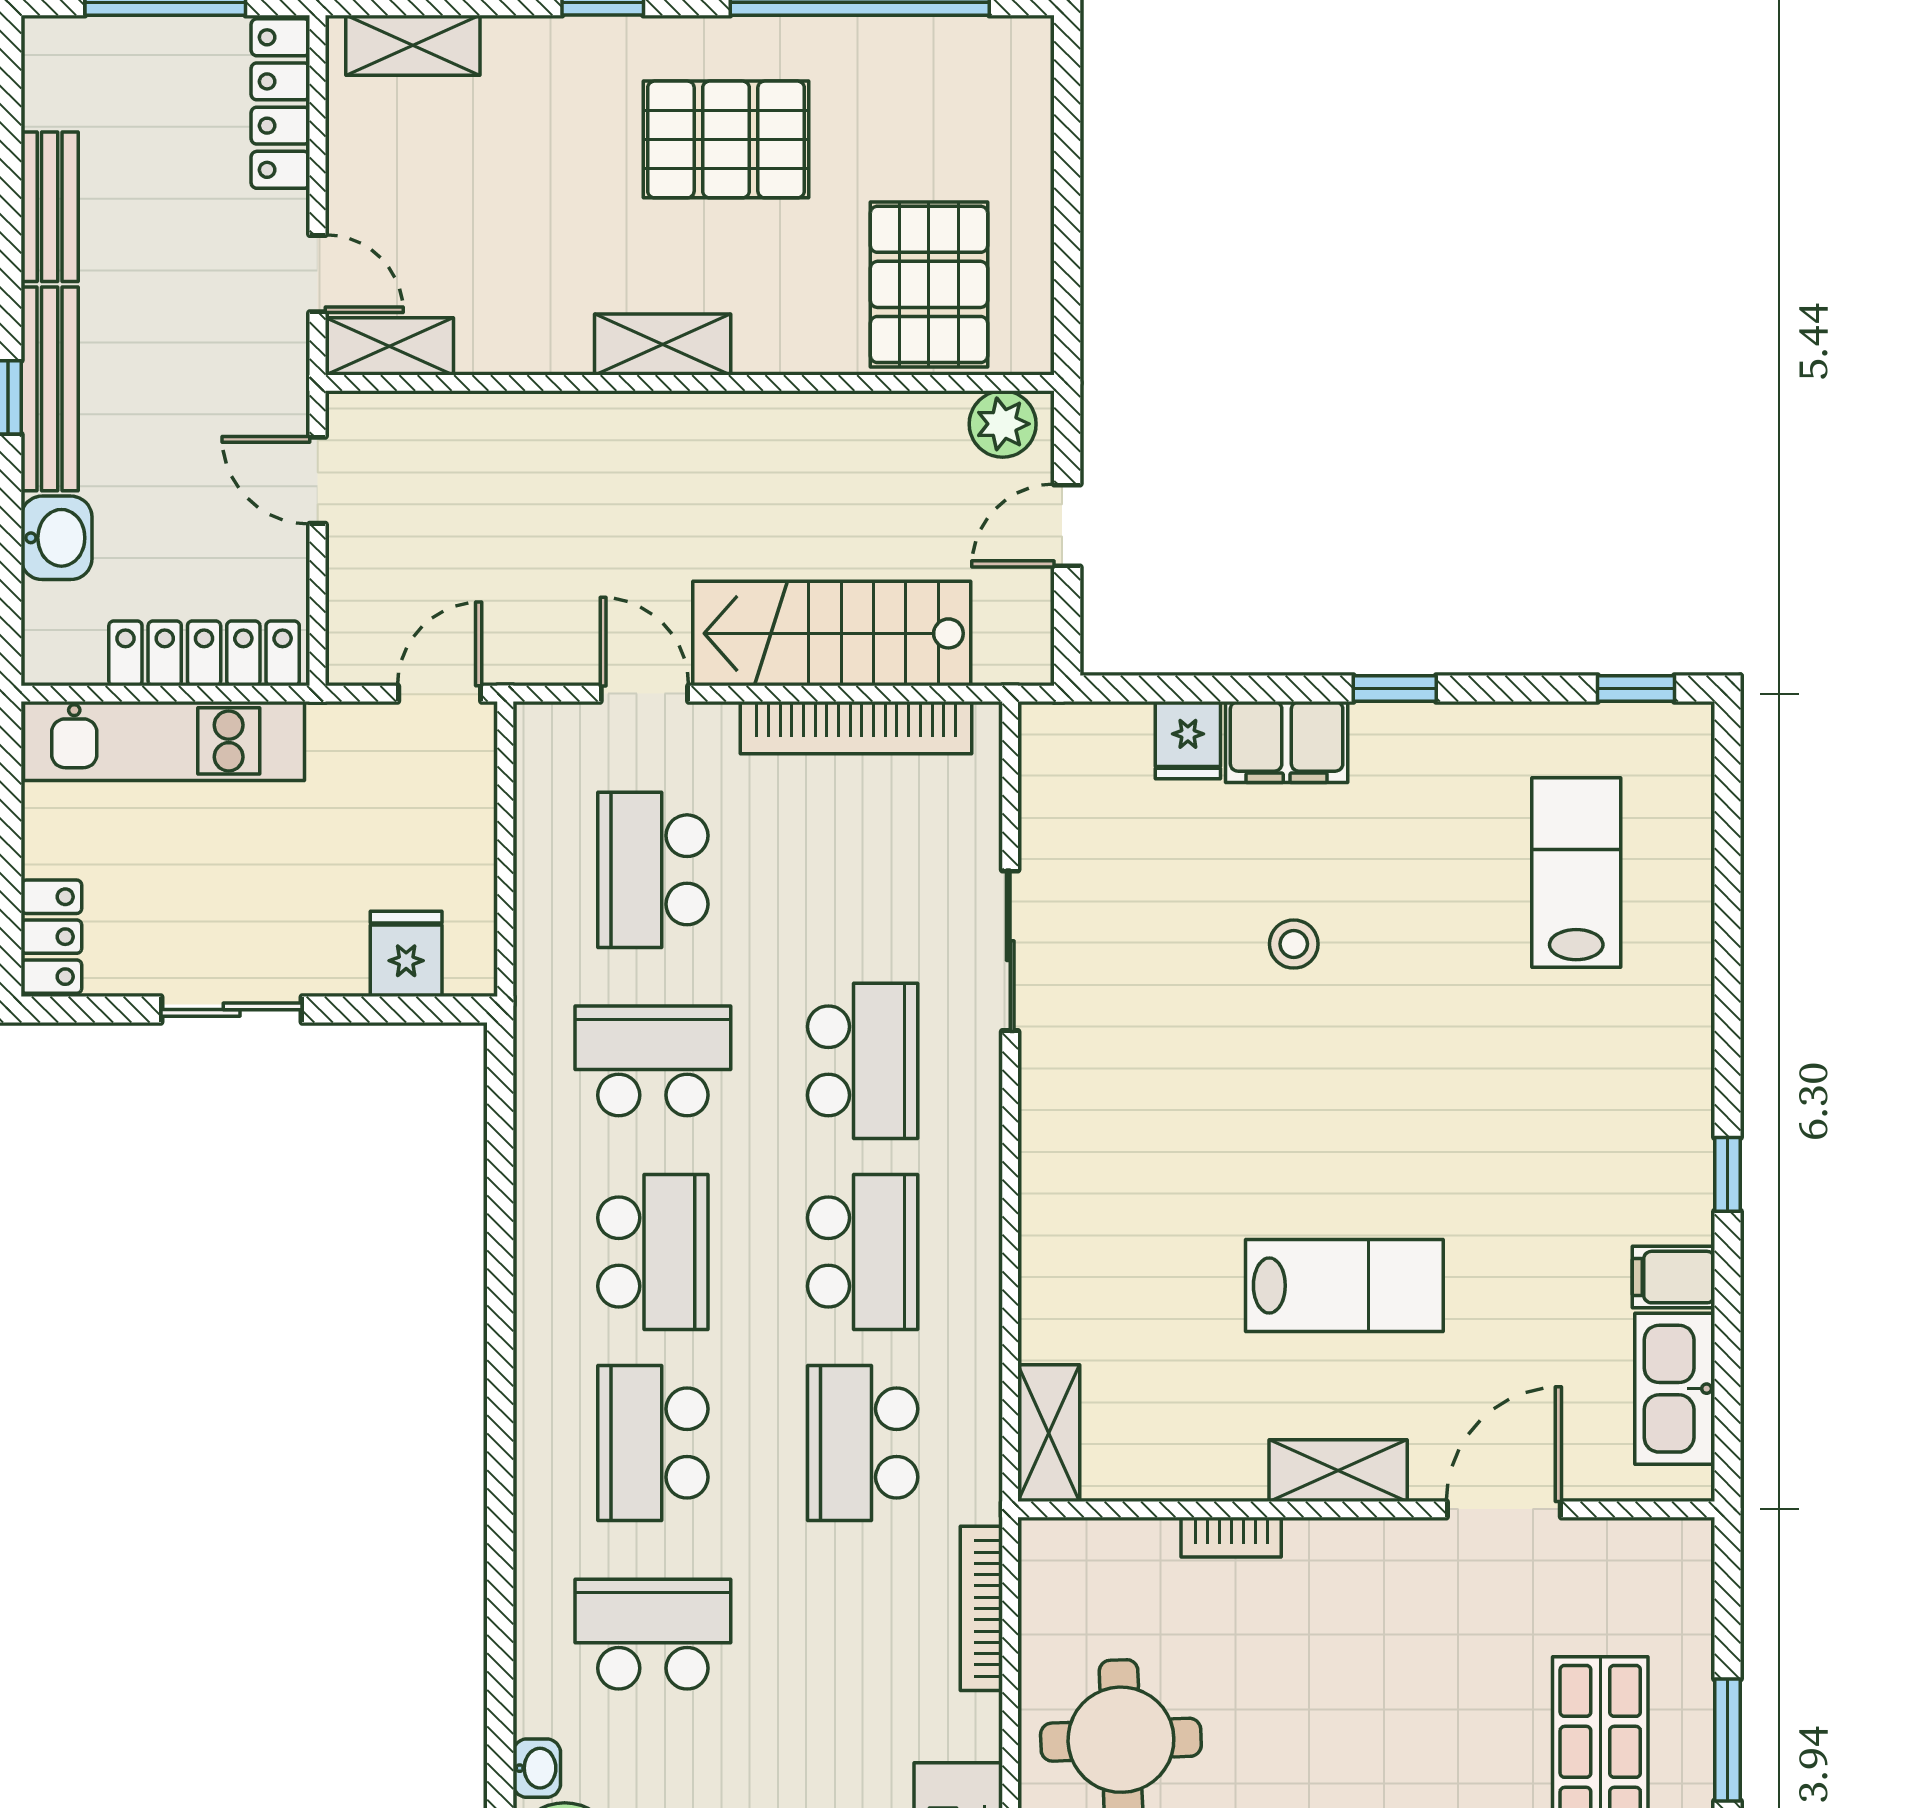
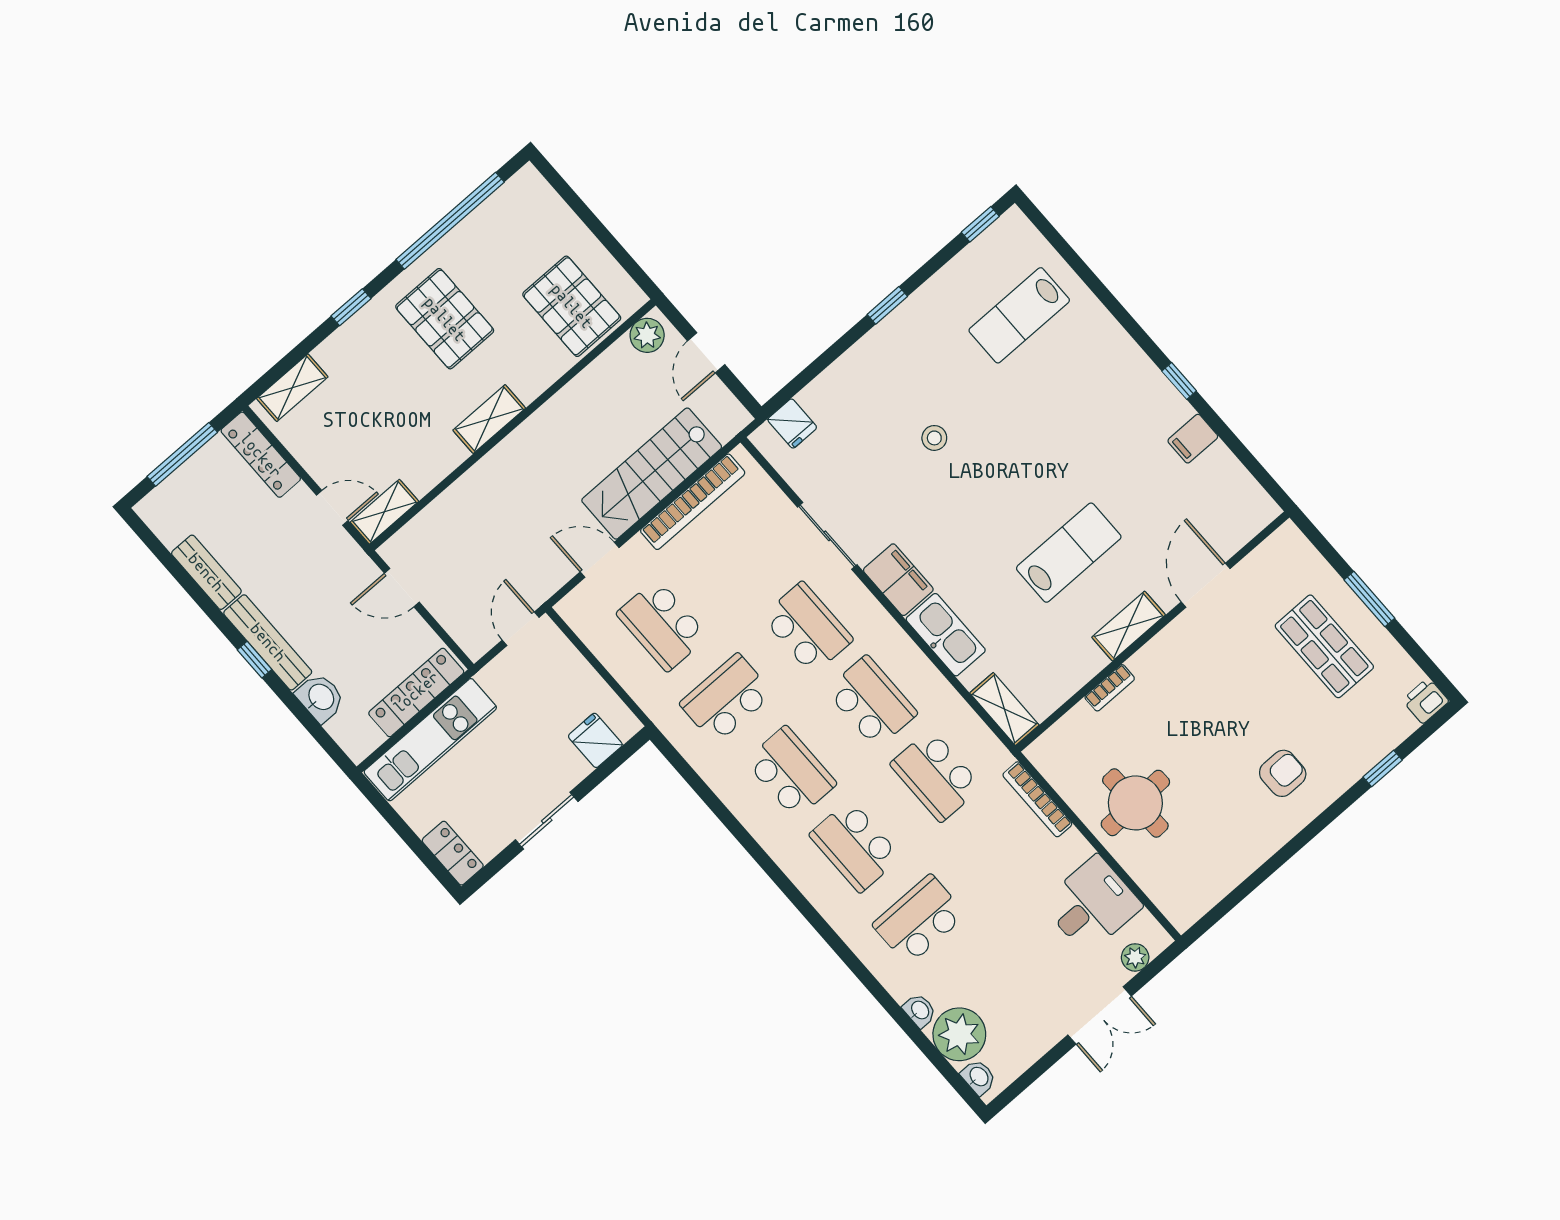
pallet: (726, 139) -> (445, 319), turned 90
fridge: (1188, 740) -> (792, 423), moved
filing cabinet: (1287, 742) -> (898, 580), moved, turned -90
lab bench: (1576, 873) -> (1019, 315), turned -90
kitchen sink: (1675, 1389) -> (946, 635), moved, turned 180

